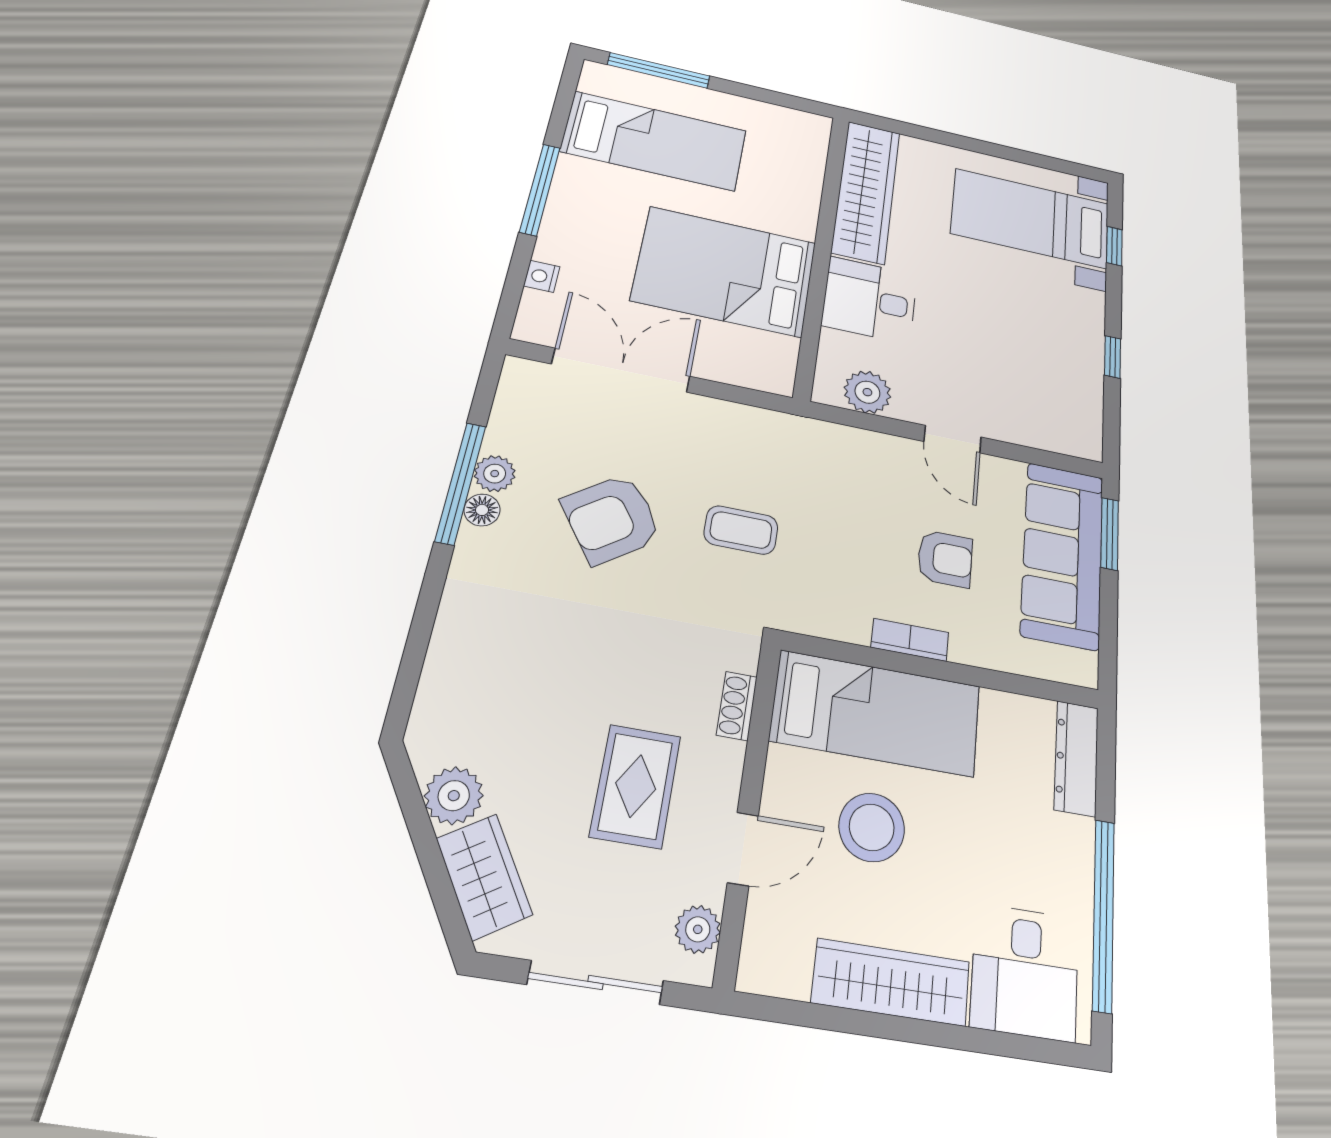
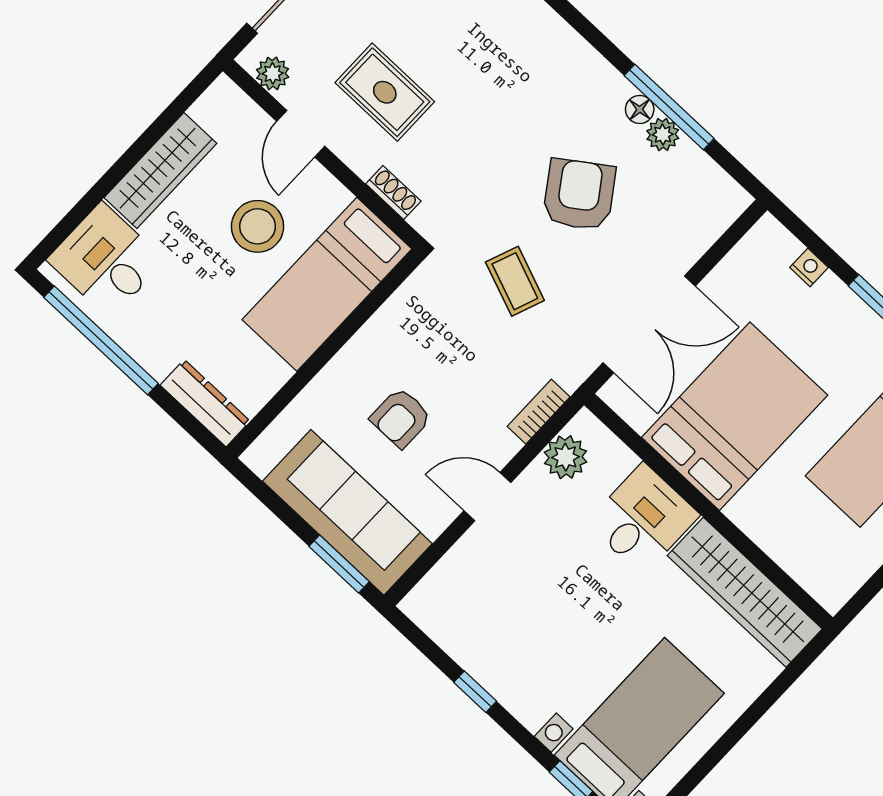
double door: (621, 370) -> (649, 324), moved
coffee table: (741, 530) -> (515, 281), turned -69
bookcase: (910, 640) -> (539, 412), moved, turned 180

